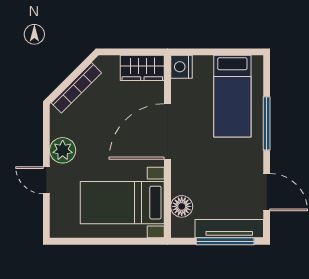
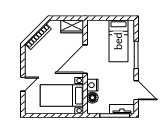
nightstand: (181, 67) -> (92, 85), moved
plant: (63, 150) -> (31, 69), removed
door: (46, 180) -> (23, 84), swing flipped
tv unit: (229, 229) -> (122, 109), width x0.71

